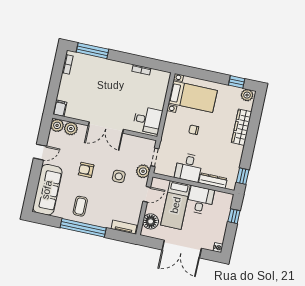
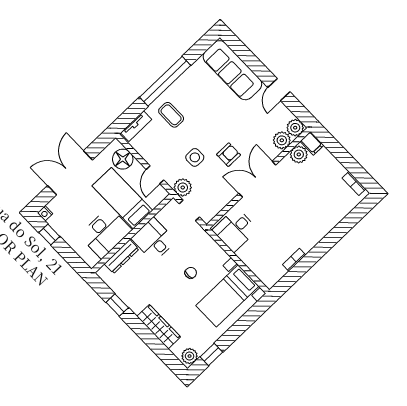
window: (93, 51) -> (350, 221), removed
plant: (73, 112) -> (299, 154), added
armchair: (86, 170) -> (229, 155), moved
window: (243, 176) -> (117, 305), moved
desk: (200, 200) -> (105, 233), width x1.37
coffee table: (80, 206) -> (171, 115), moved
window: (234, 216) -> (49, 234), moved

